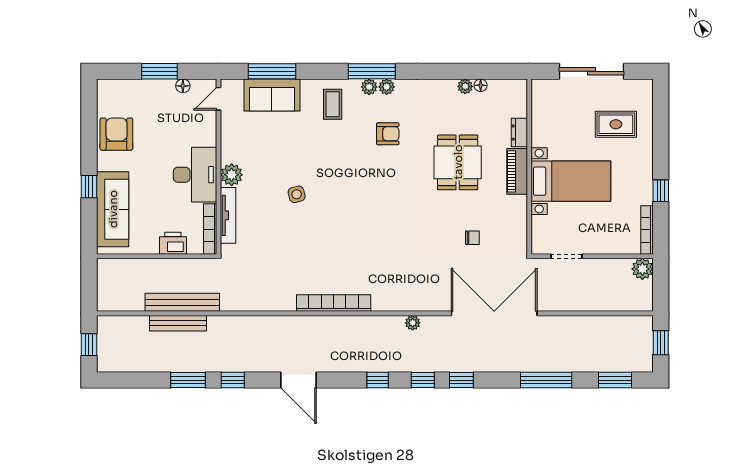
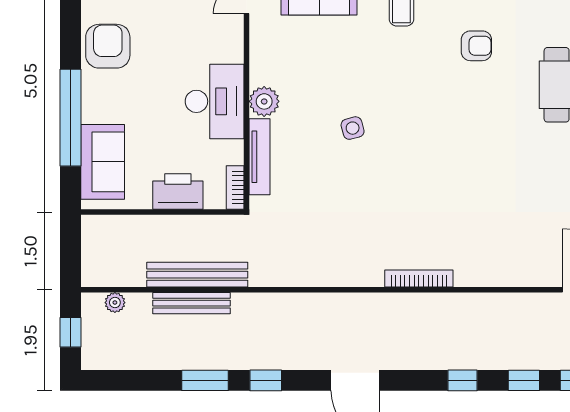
window: (89, 187) -> (70, 118), width x3.17
sofa: (113, 209) -> (103, 162), width x0.73
bookcase: (210, 229) -> (235, 188), width x0.64
printer: (173, 243) -> (178, 192), width x1.37, depth x1.19
bookcase: (334, 303) -> (419, 278), width x0.68, depth x0.76
plant: (413, 323) -> (115, 303), moved

